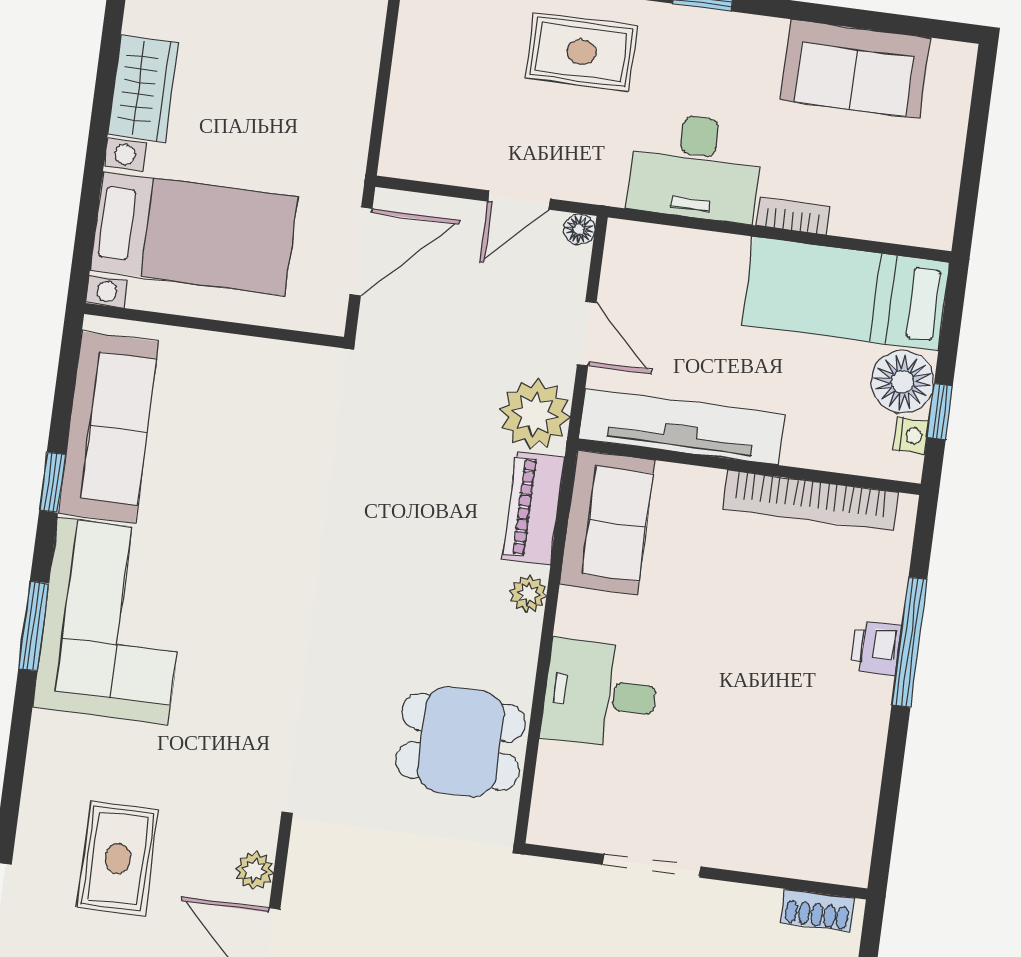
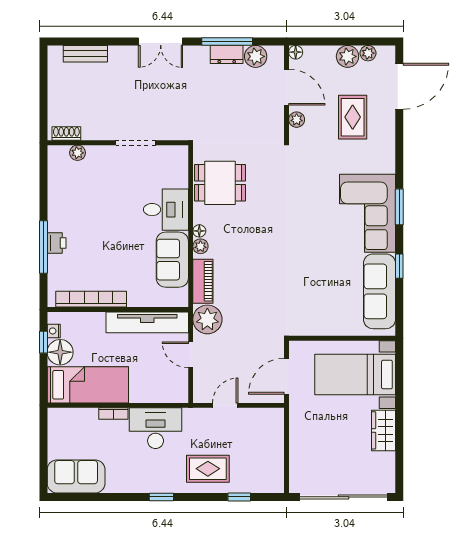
sofa: (855, 69) -> (76, 476), moved
floor lamp: (579, 229) -> (199, 231), moved
sofa: (607, 522) -> (172, 260), moved
plant: (797, 860) -> (78, 153), added

